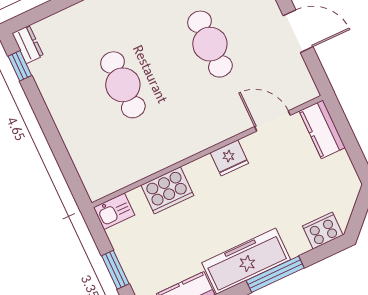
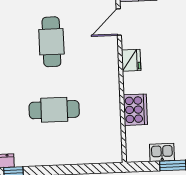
cafe table: (210, 44) -> (51, 42), turned 90
kitchen sink: (114, 211) -> (162, 152), moved, turned -90

